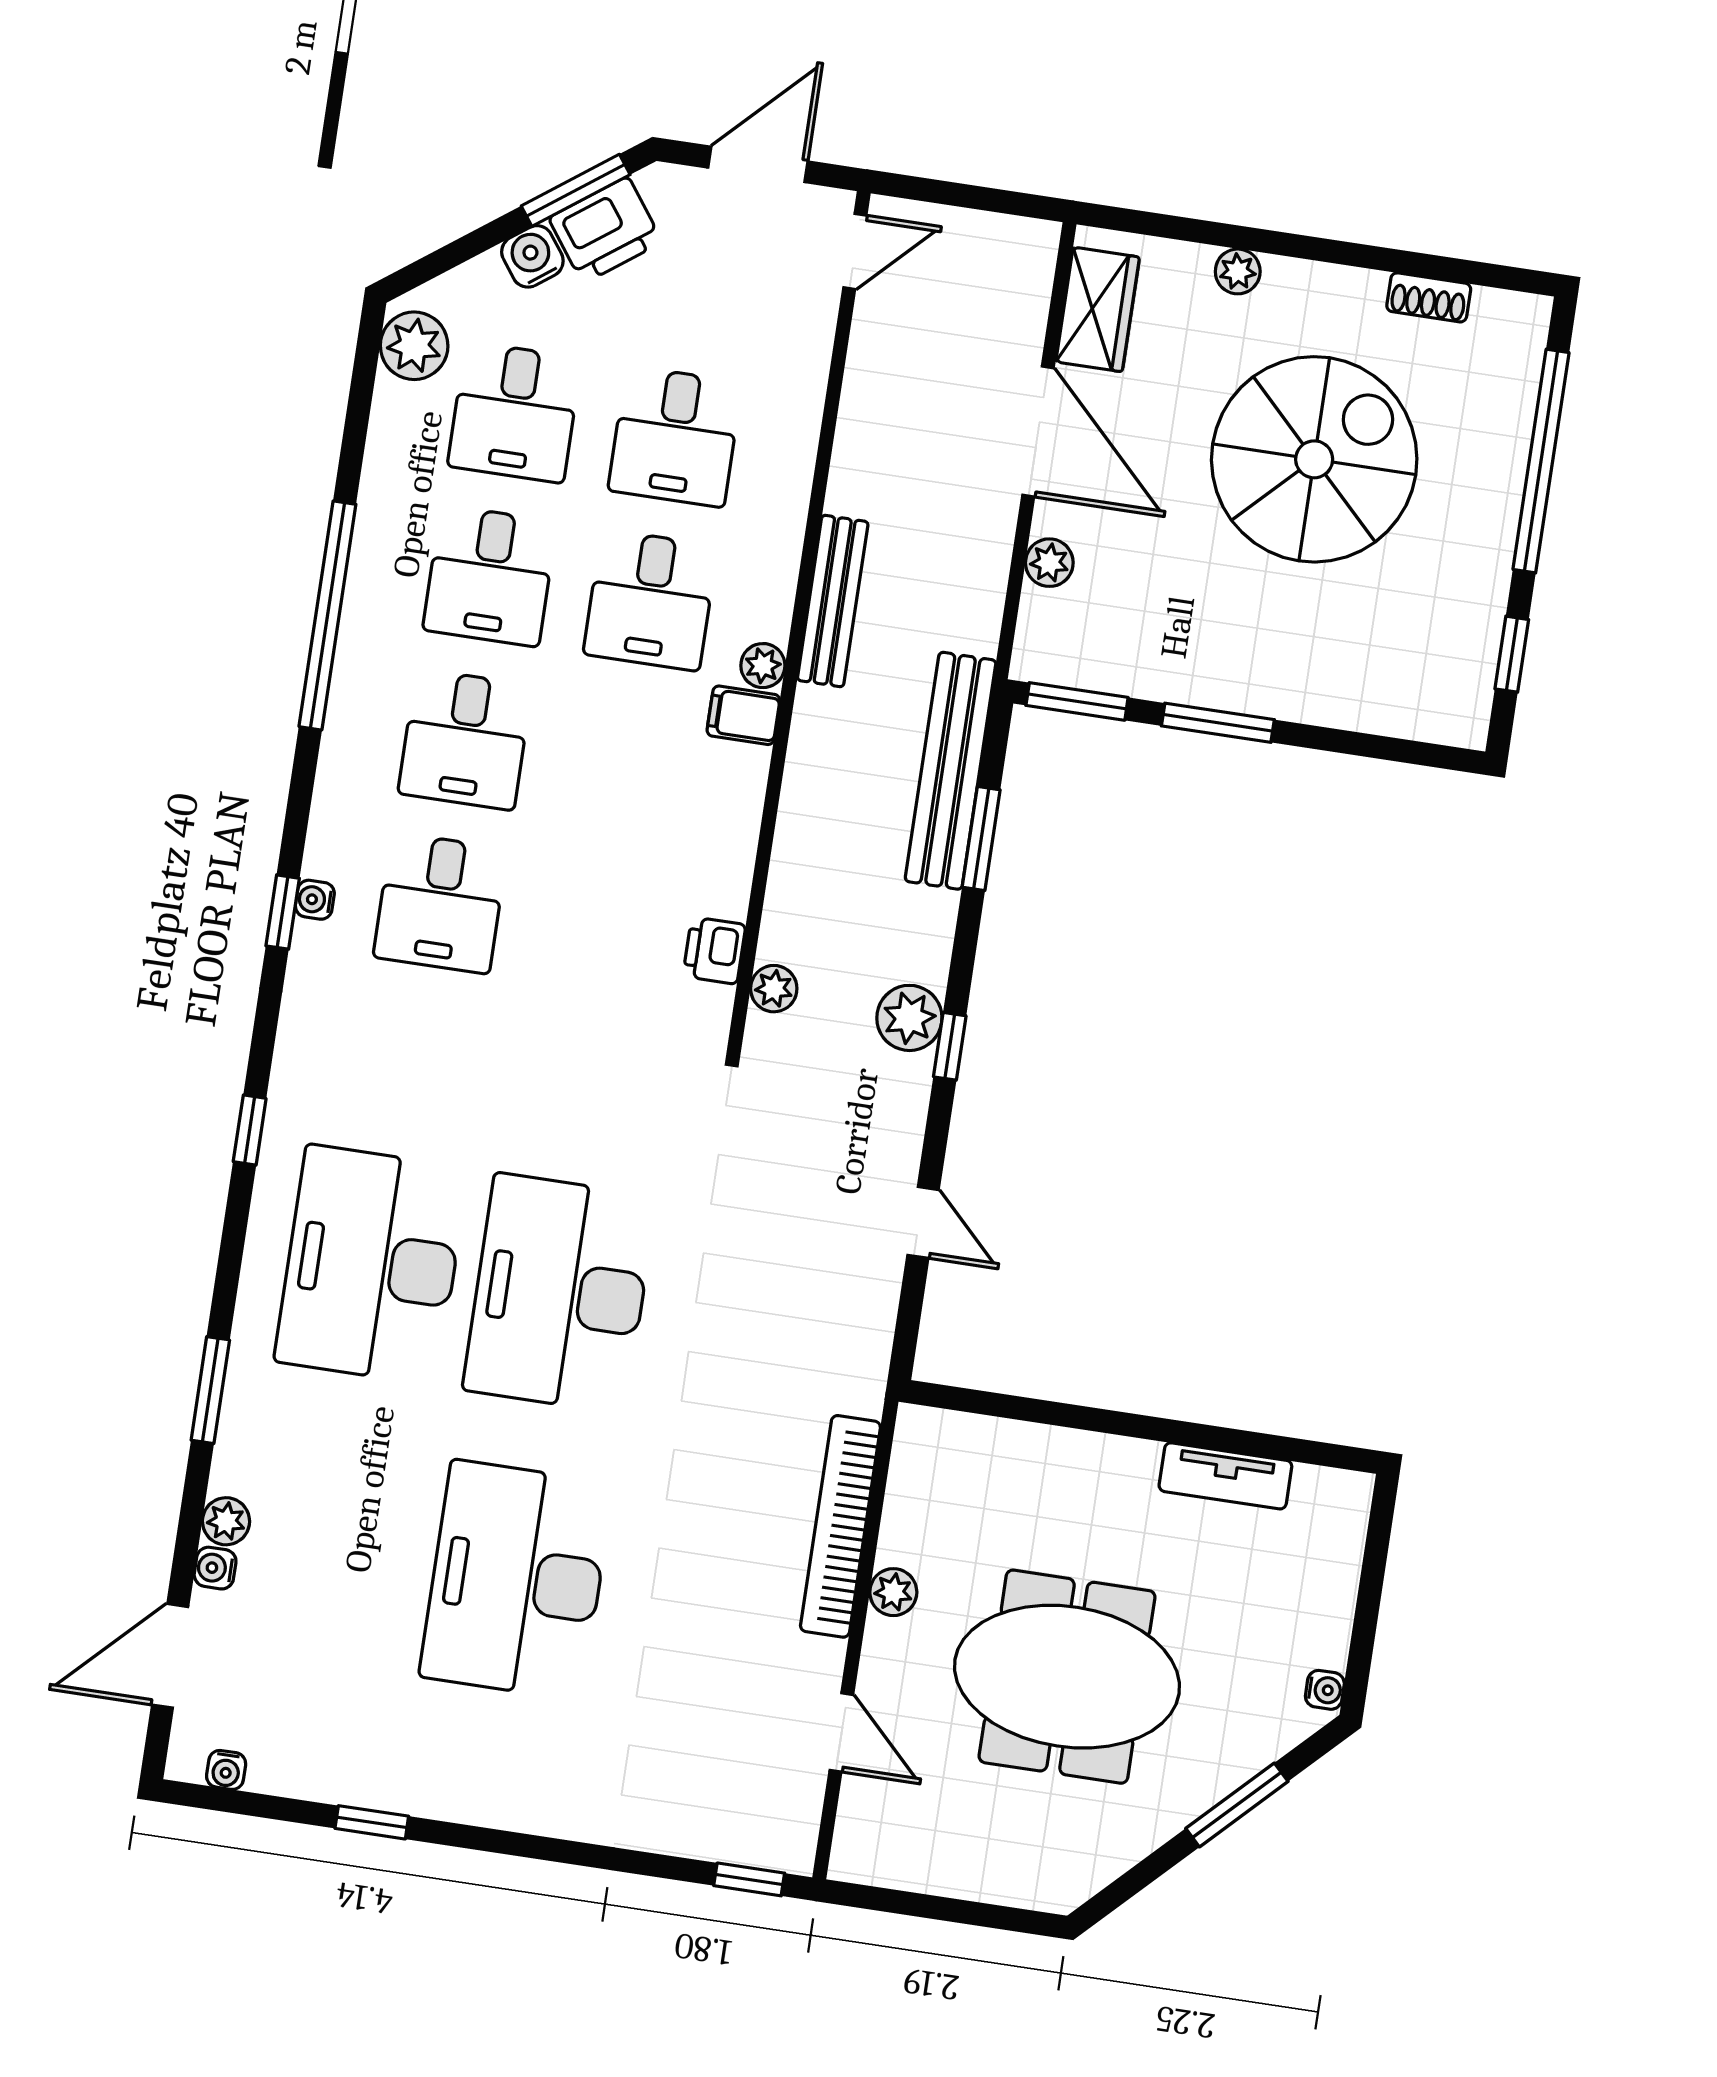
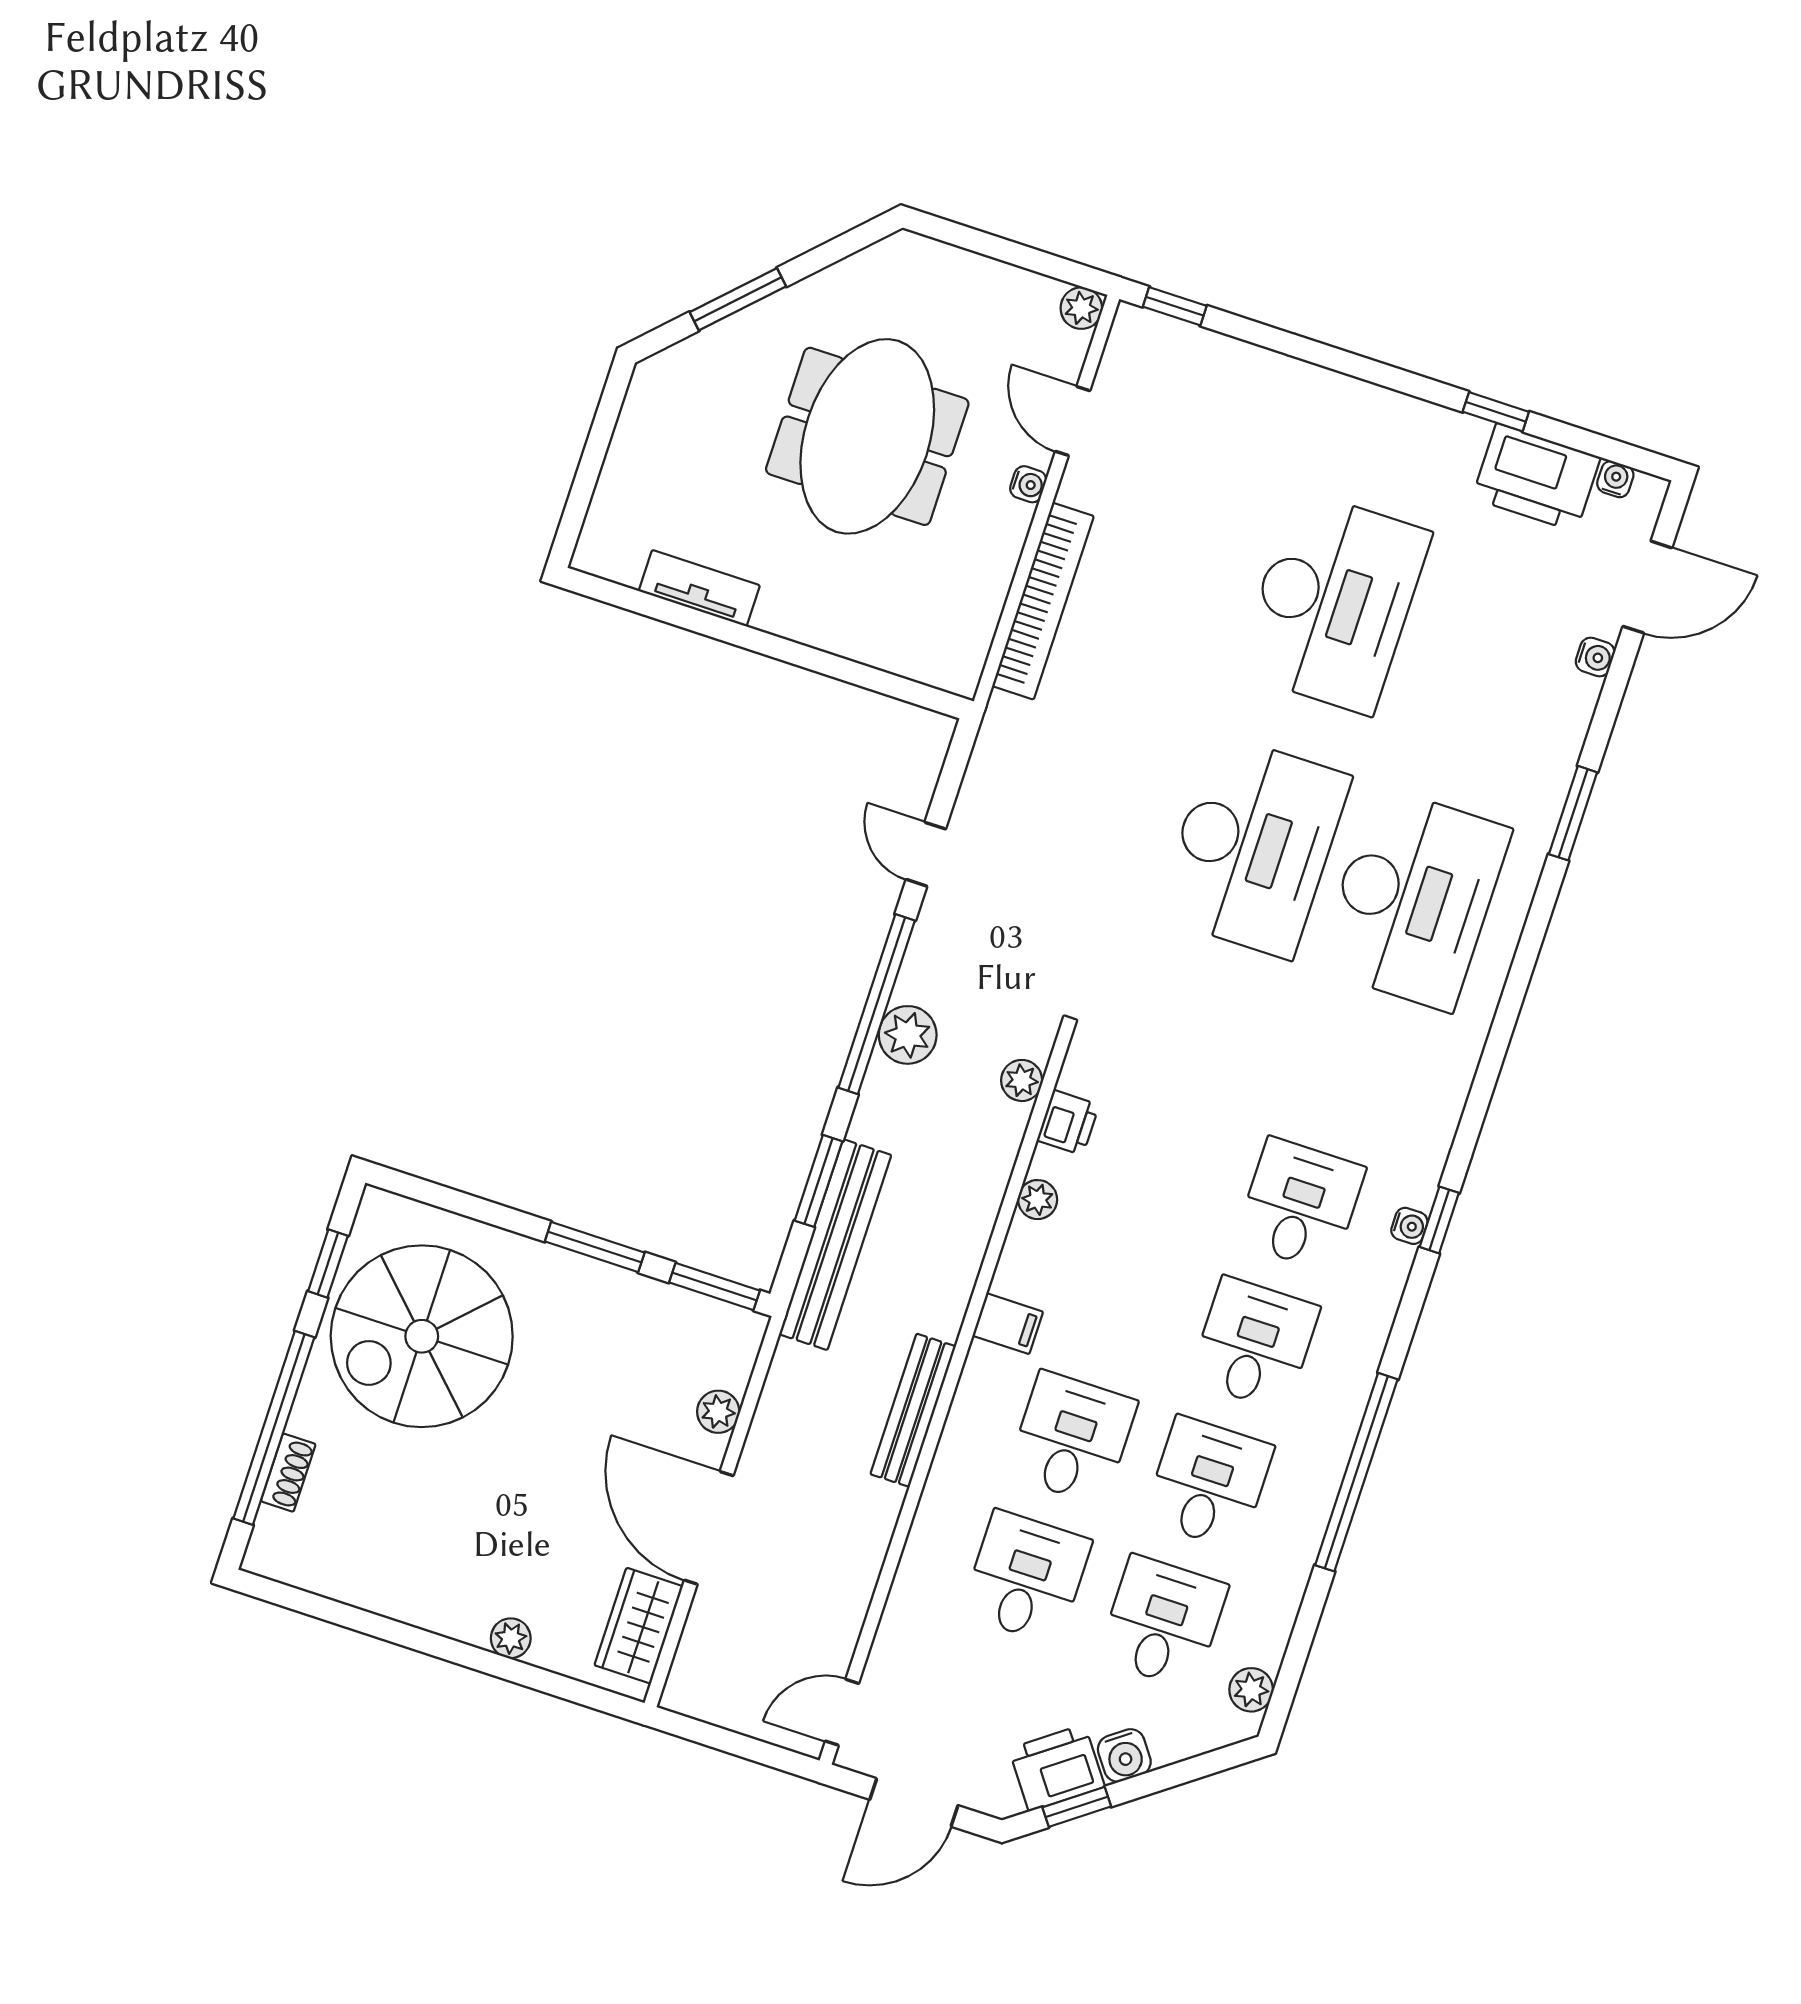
window: (576, 190) -> (1077, 1807), width x0.67
shoe rack: (1429, 297) -> (288, 1473), moved, turned 90
plant: (414, 346) -> (1251, 1690), width x0.73, depth x0.73
spiral stairs: (1314, 459) -> (422, 1336), moved
plant: (763, 666) -> (1038, 1200), moved
window: (950, 1046) -> (877, 1004), width x3.17
window: (250, 1130) -> (1500, 1034), removed
plant: (226, 1521) -> (1579, 696), removed
plant: (893, 1592) -> (1081, 308), moved
meeting table: (1067, 1677) -> (867, 436), turned 90
water cooler: (1325, 1690) -> (1028, 484), moved, turned 180
printer: (314, 1757) -> (1536, 478), added

